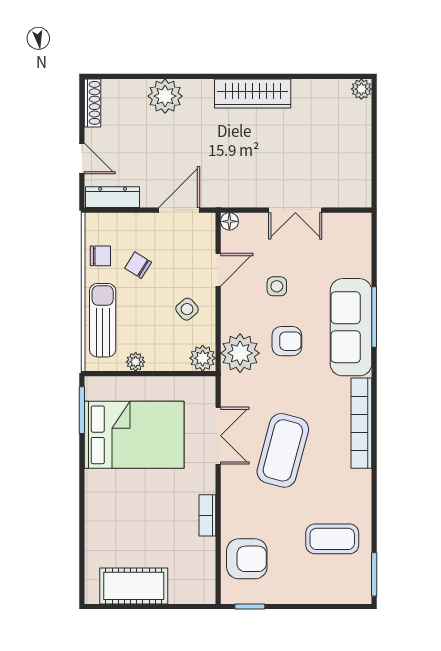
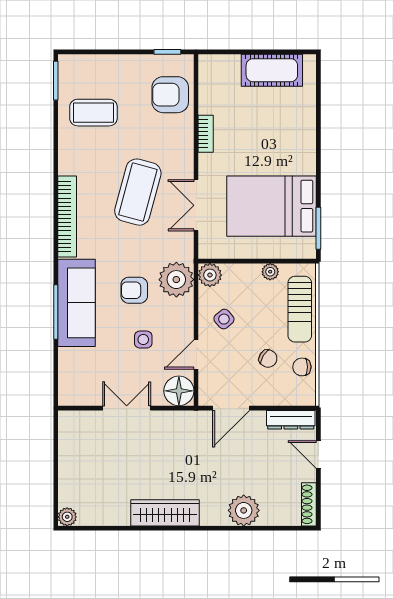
floor lamp: (229, 221) -> (179, 391), width x1.89, depth x1.89

